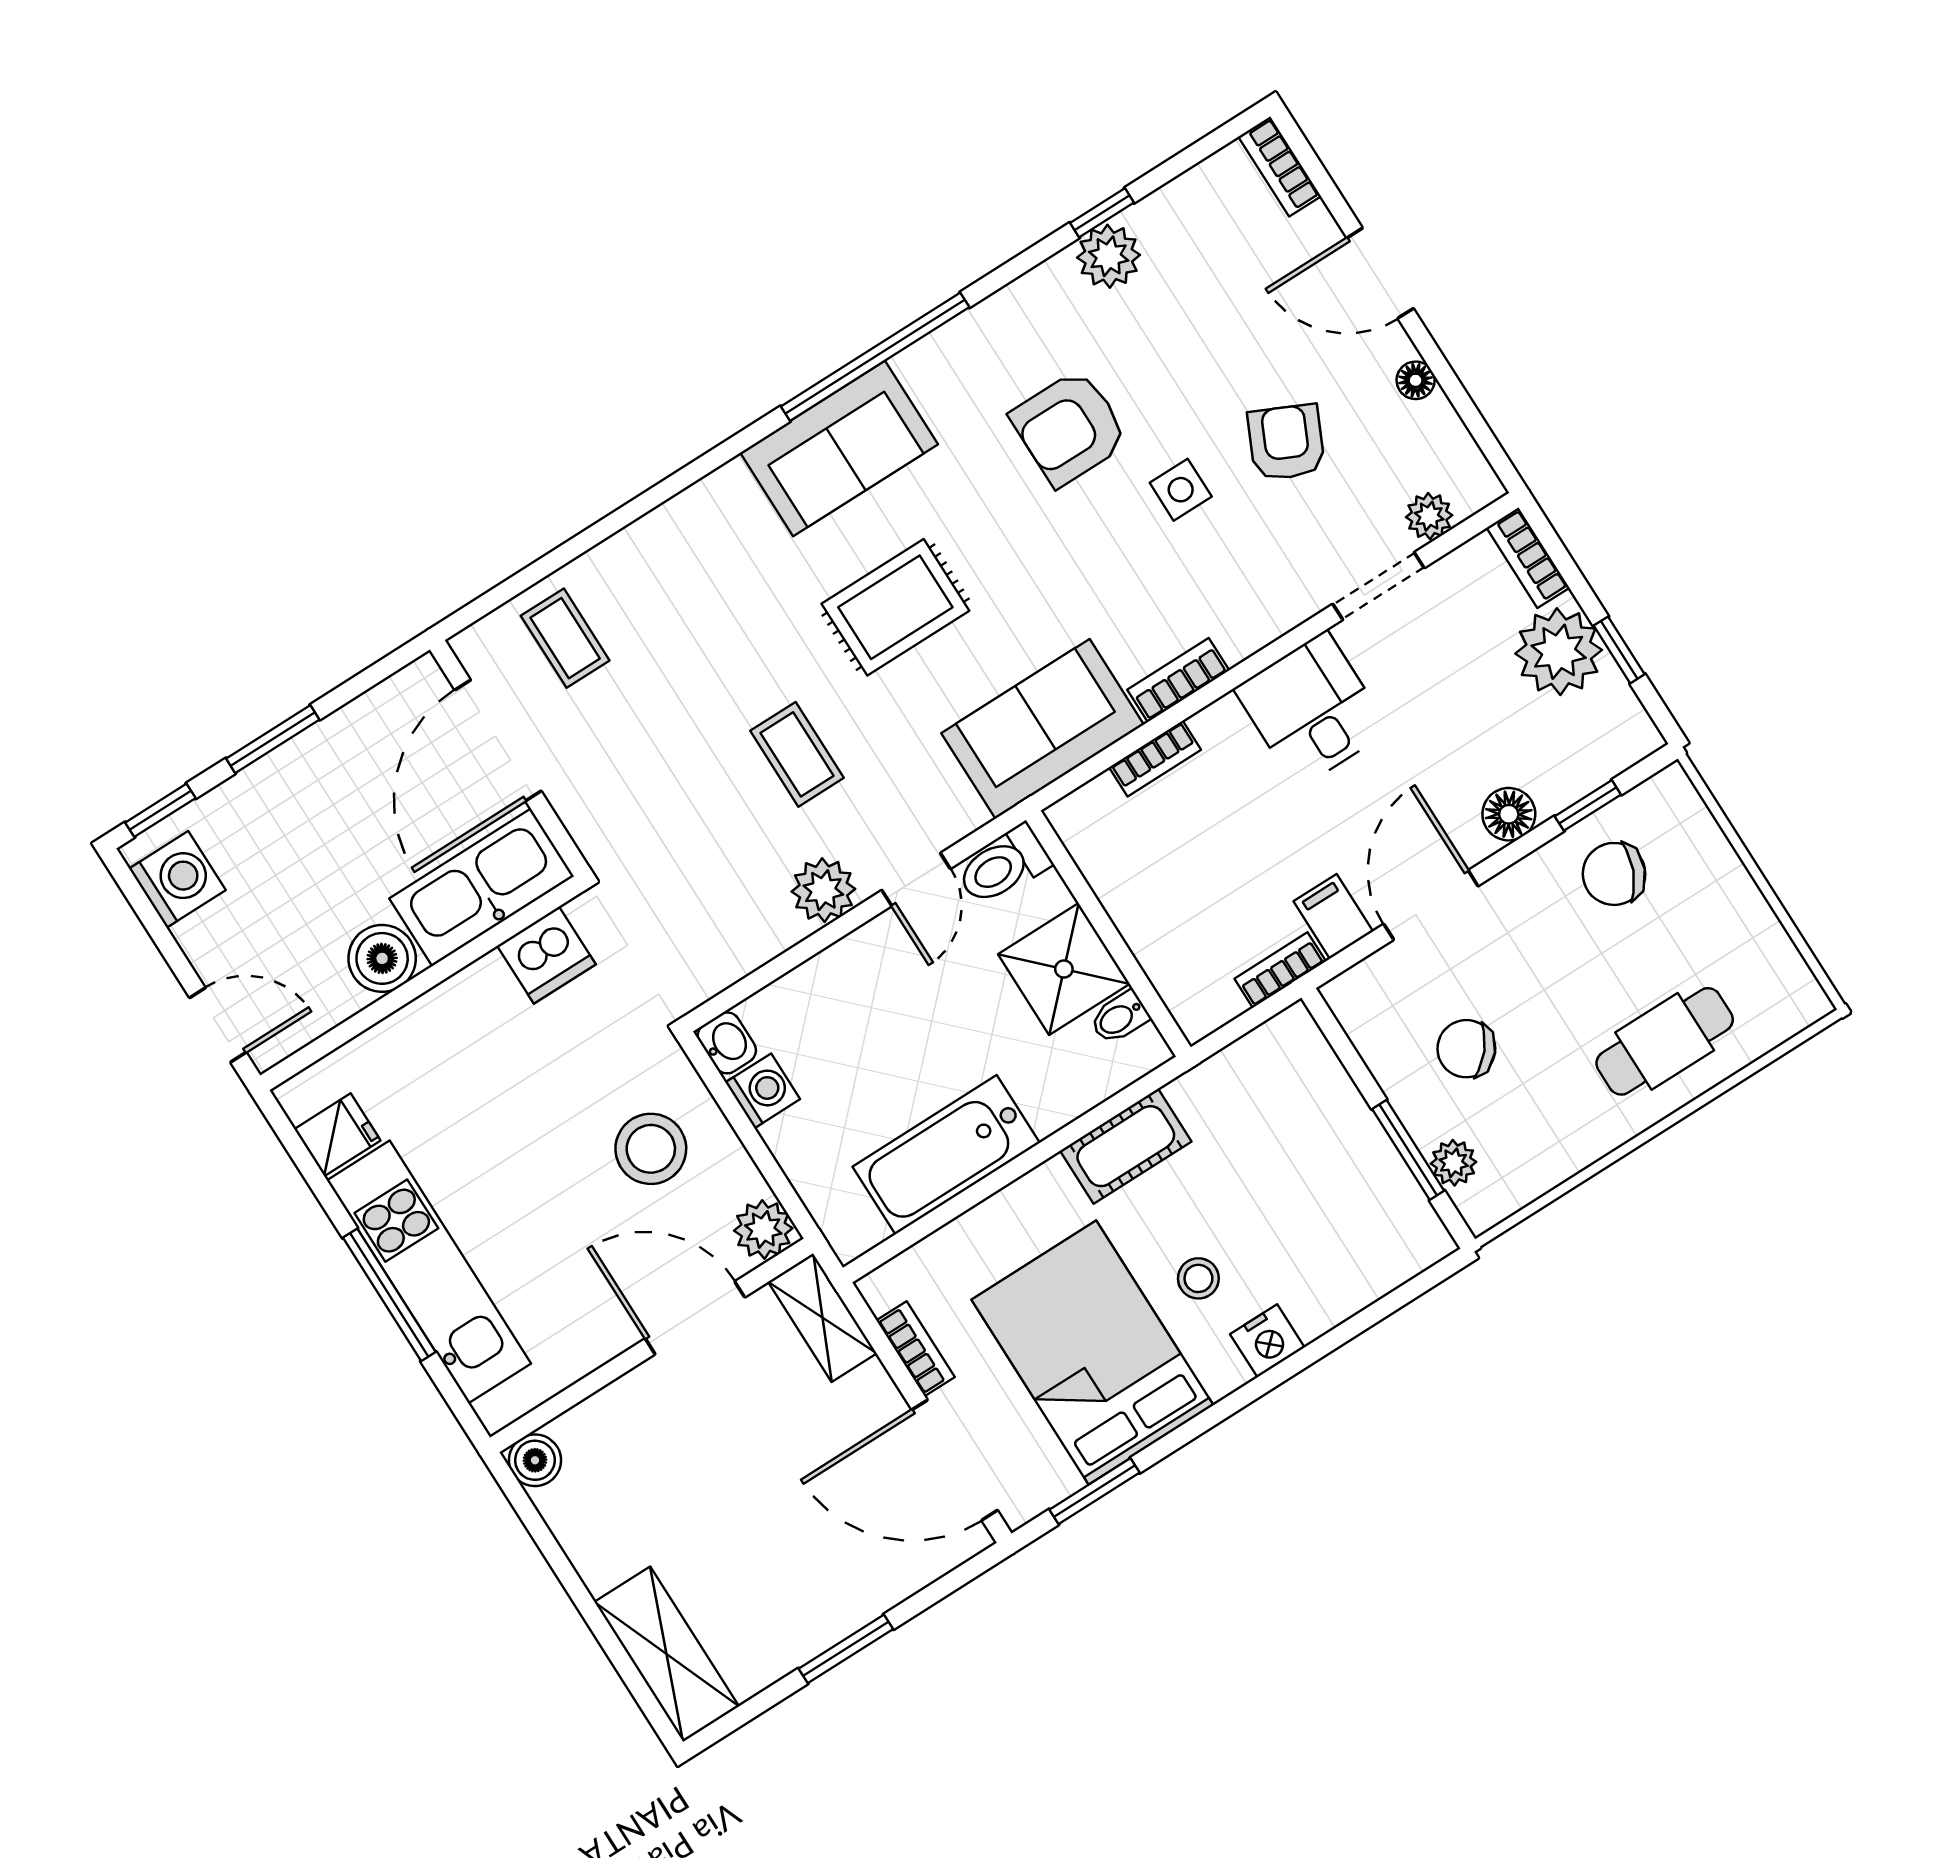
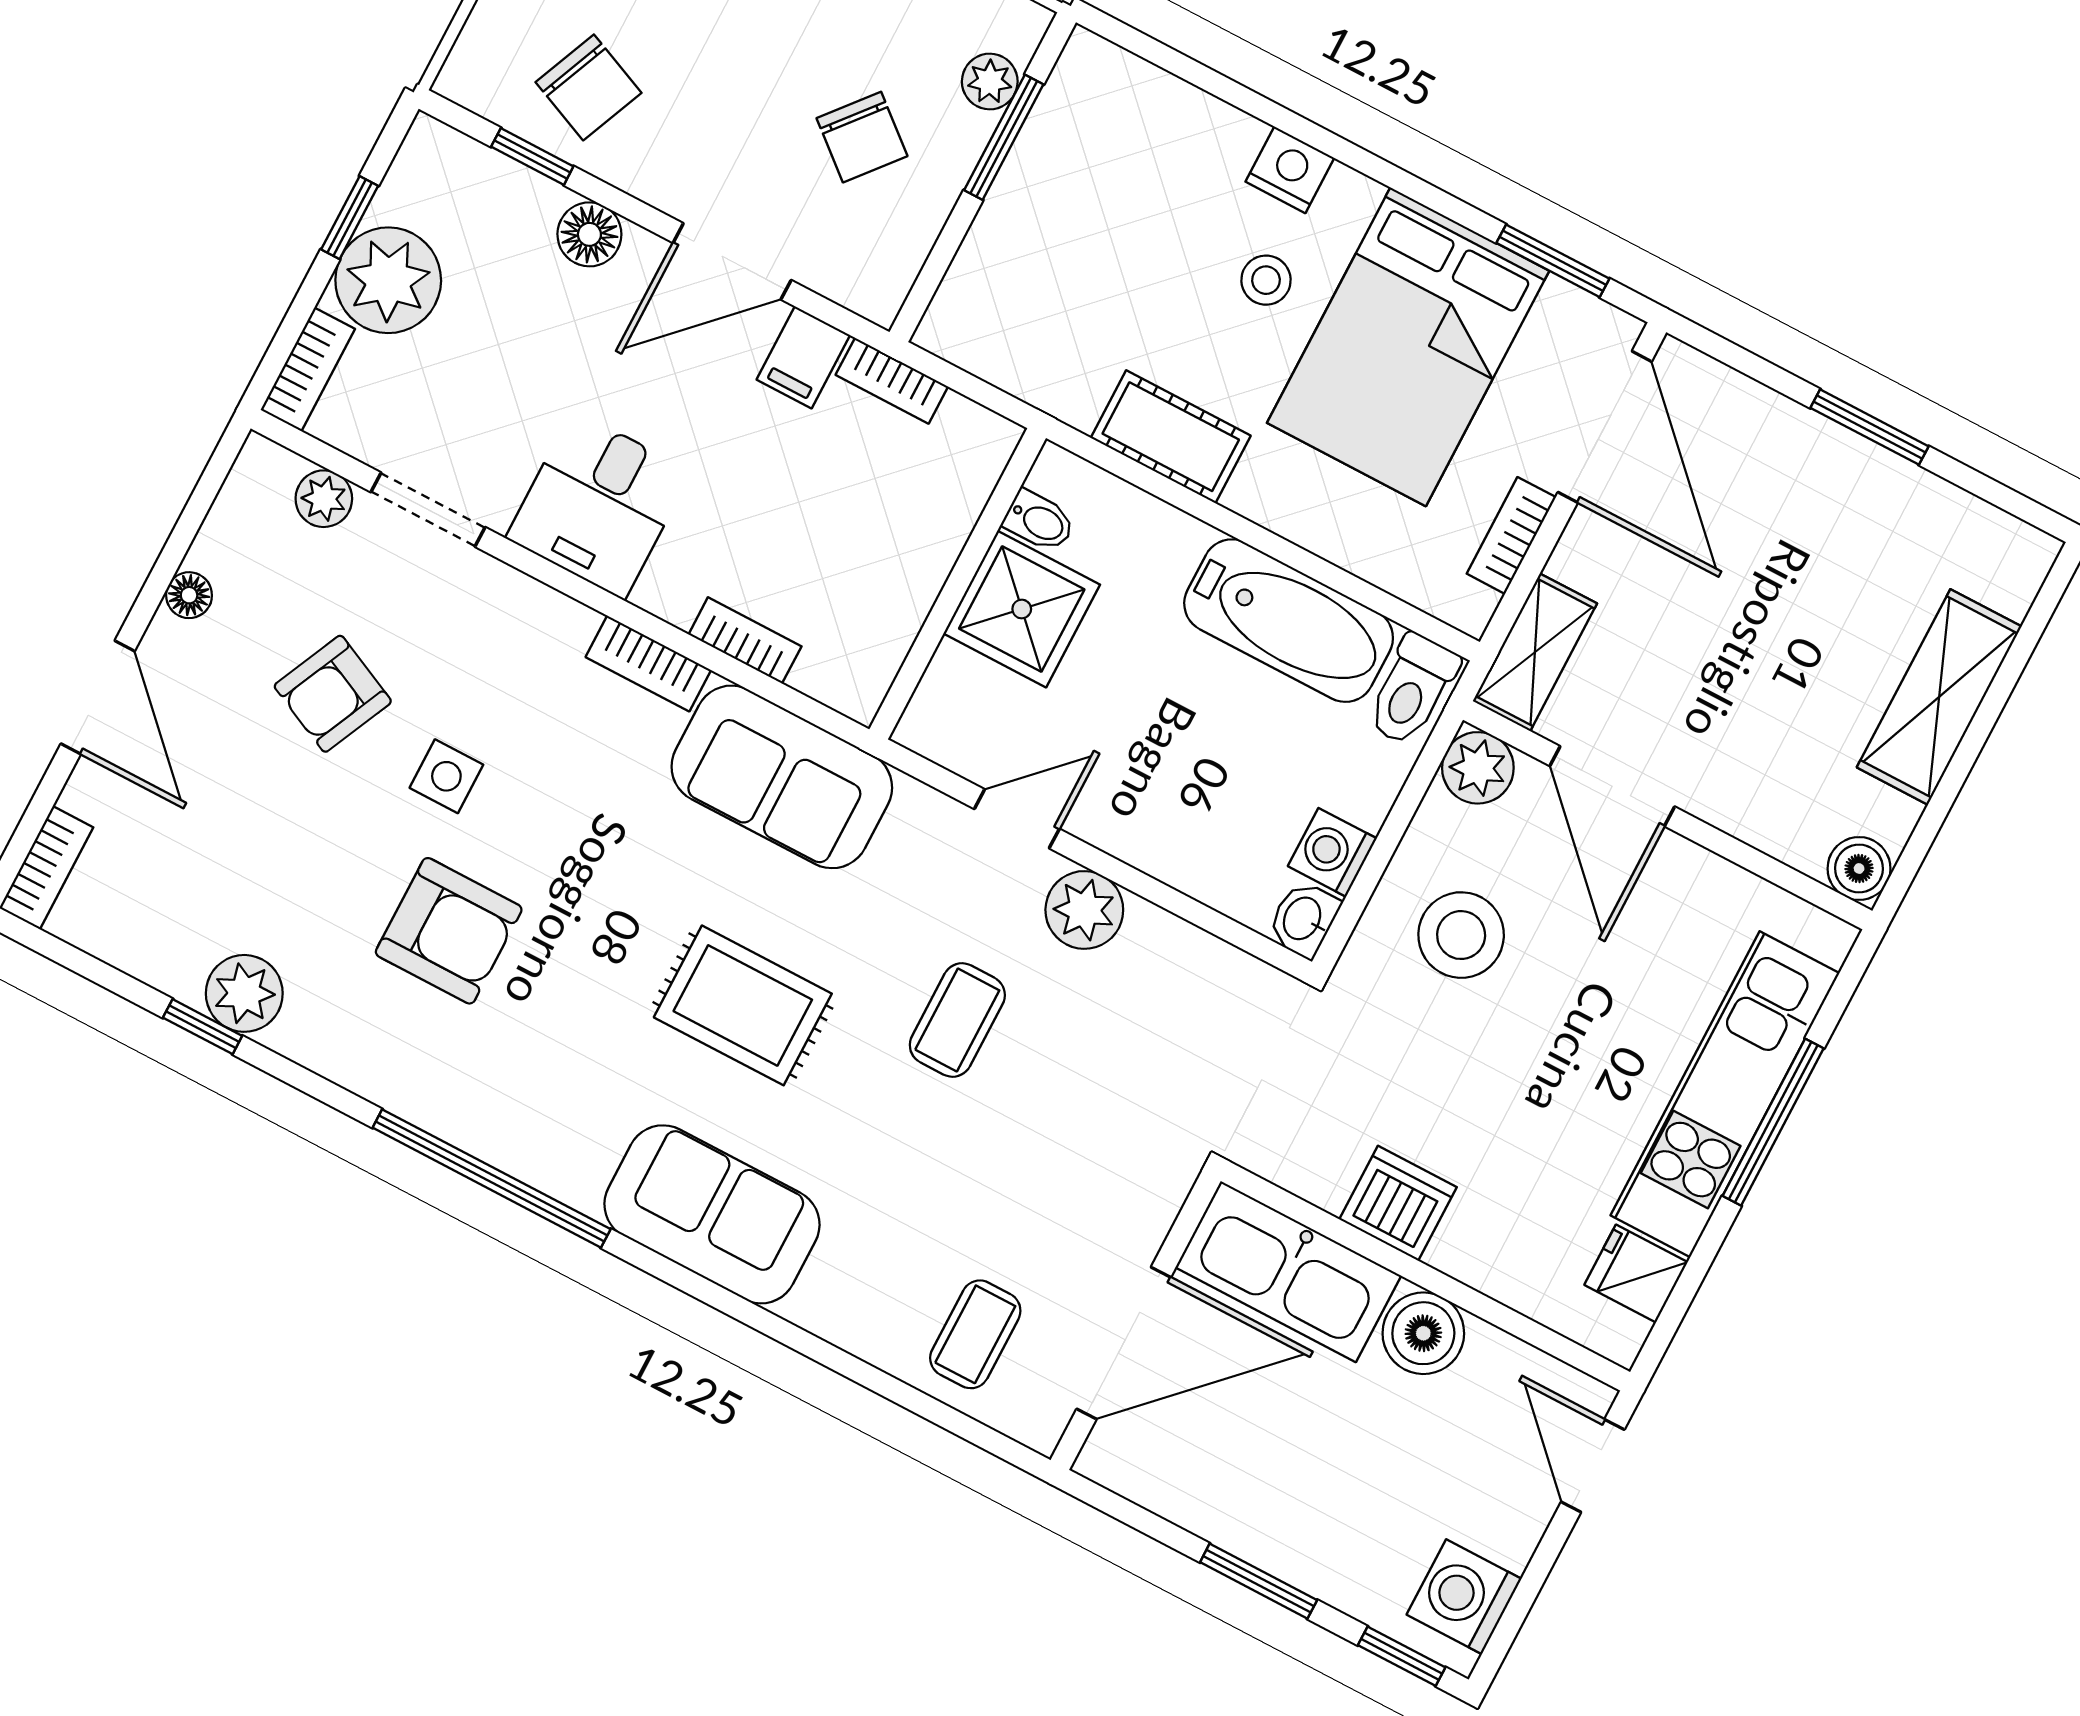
sofa: (839, 449) -> (712, 1214), moved
toilet: (1003, 866) -> (1412, 690), moved, turned 90
dishwasher: (546, 955) -> (1398, 1203), moved
shelving: (667, 1654) -> (1939, 697), moved

